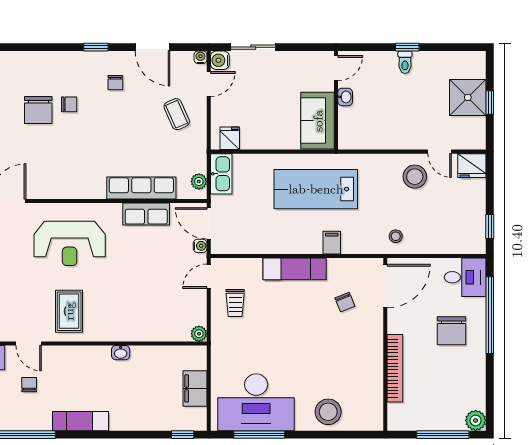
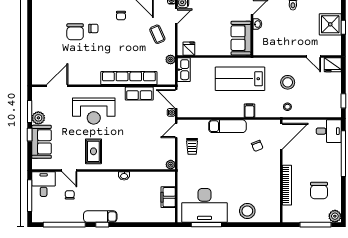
stool: (415, 177) -> (288, 82), moved
plant: (199, 181) -> (171, 59), moved
row of seats: (141, 188) -> (129, 78), width x1.36
chair: (451, 331) -> (319, 191), moved
window: (183, 435) -> (102, 225), moved

